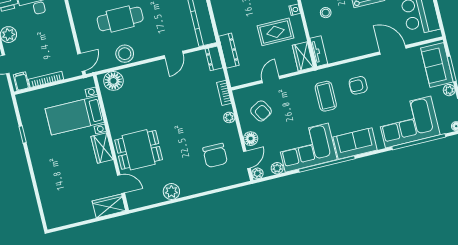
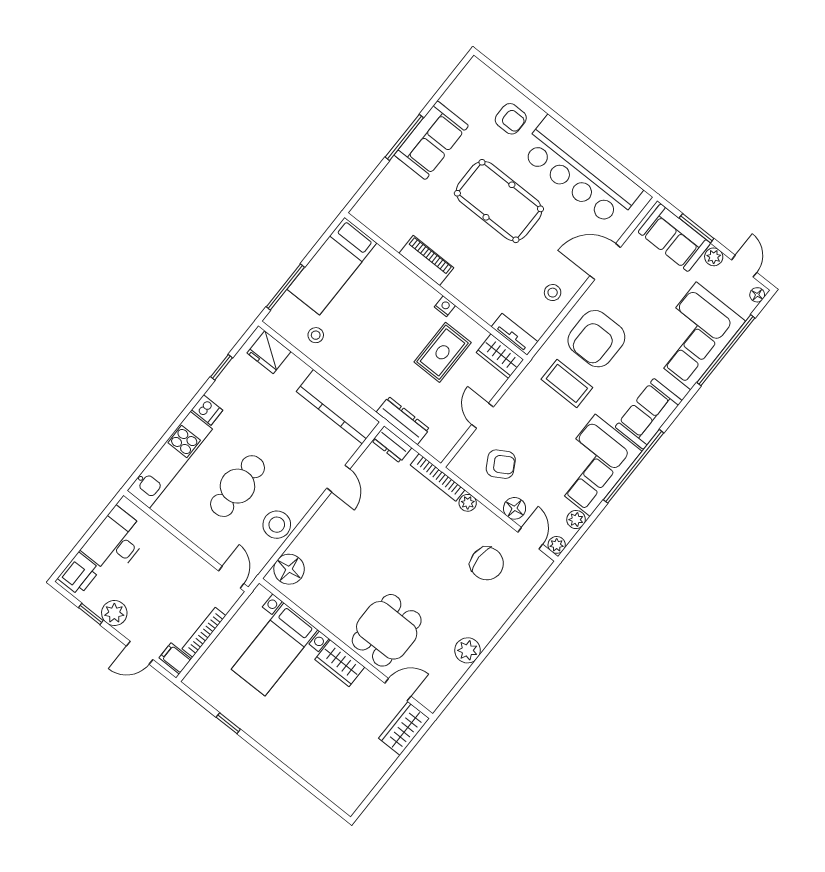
stool: (326, 13) -> (553, 293), moved
armchair: (358, 85) -> (596, 339), width x1.88, depth x1.88
bookcase: (224, 93) -> (437, 477), width x1.56

